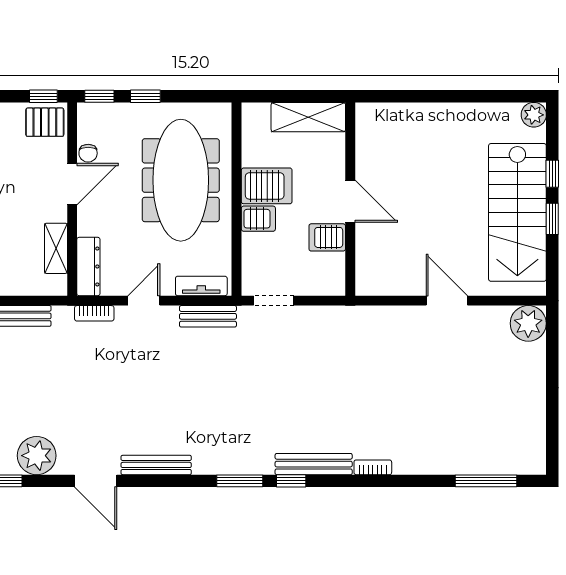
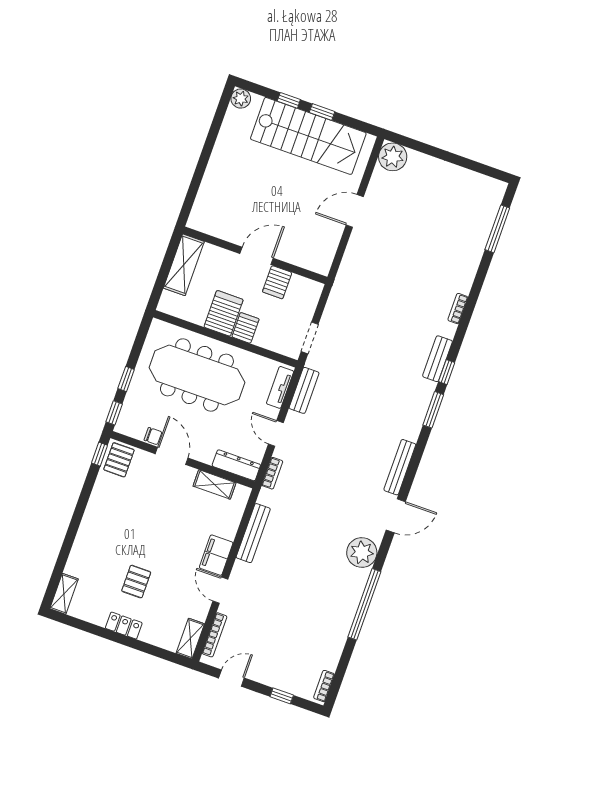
bench: (314, 464) -> (437, 359), width x0.73

